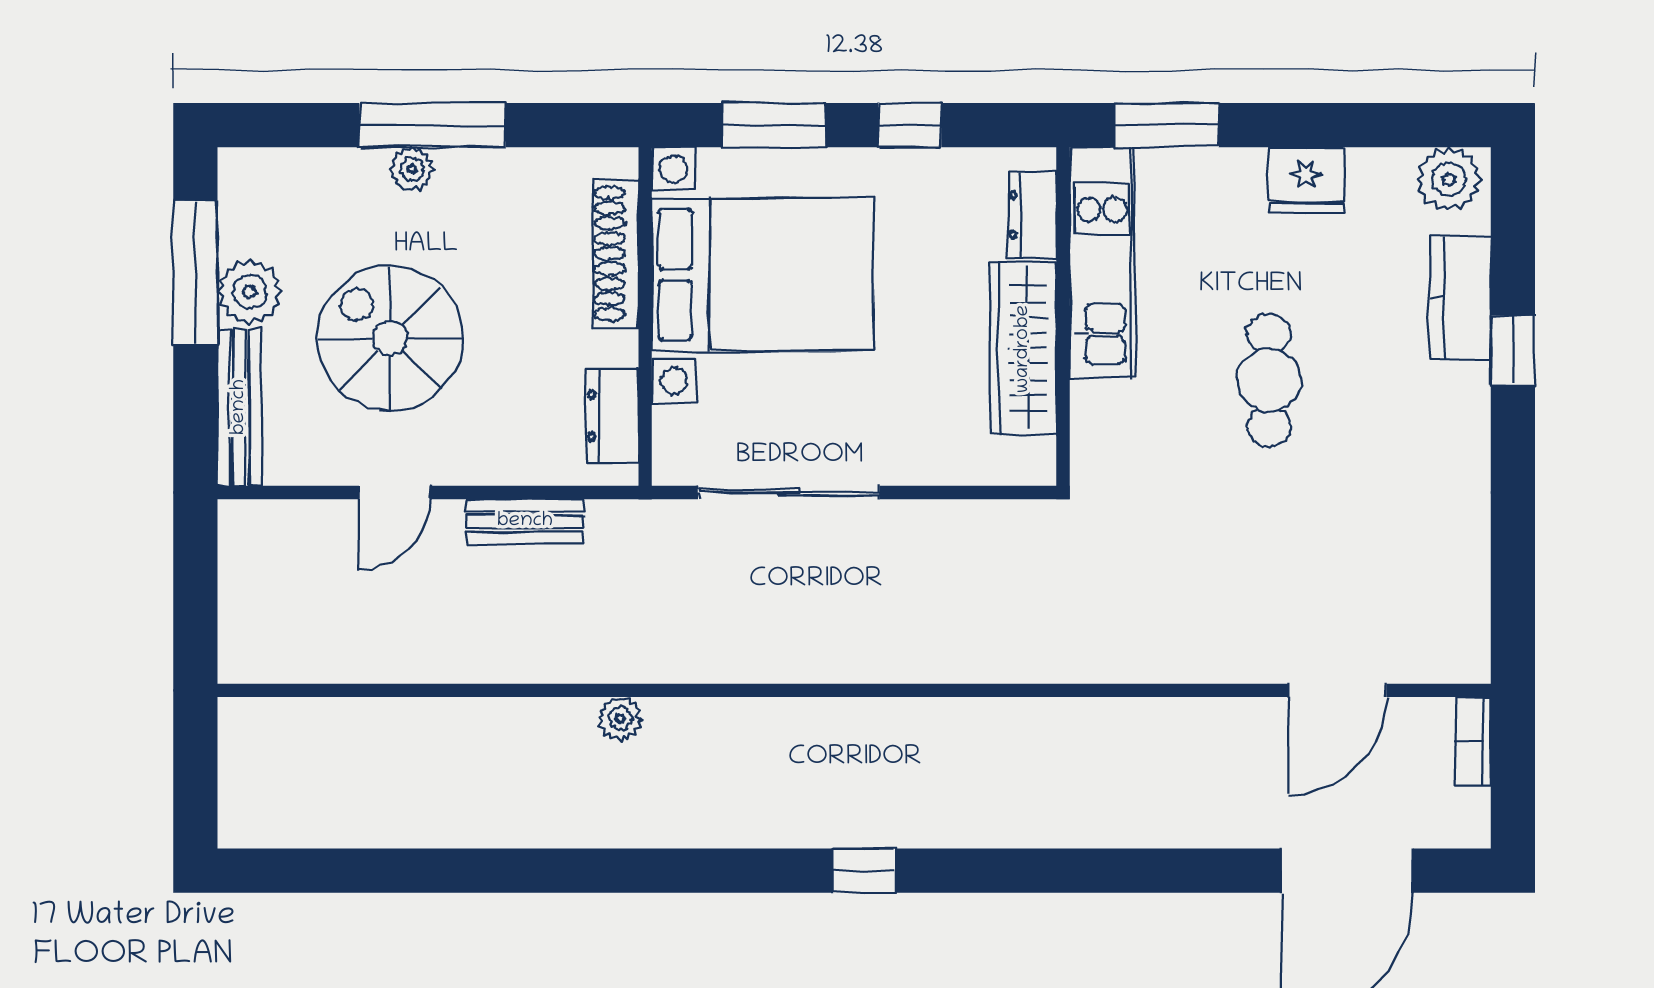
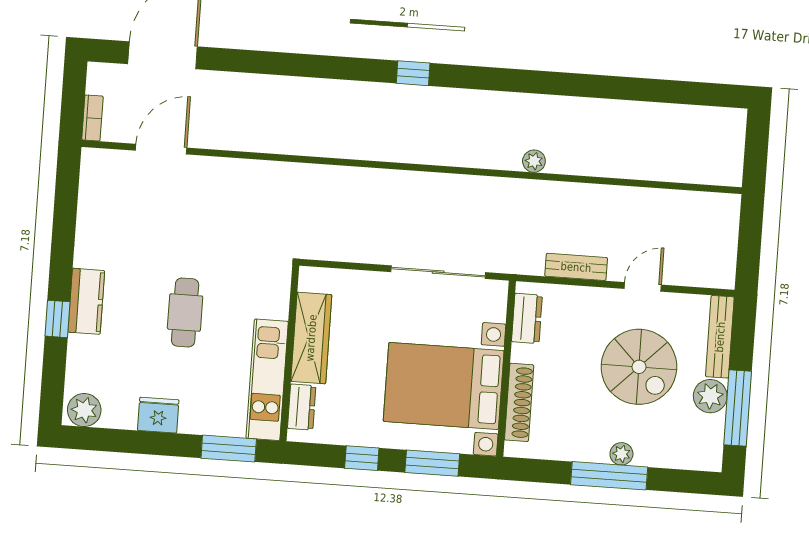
kitchen counter: (1460, 298) -> (86, 301), moved

